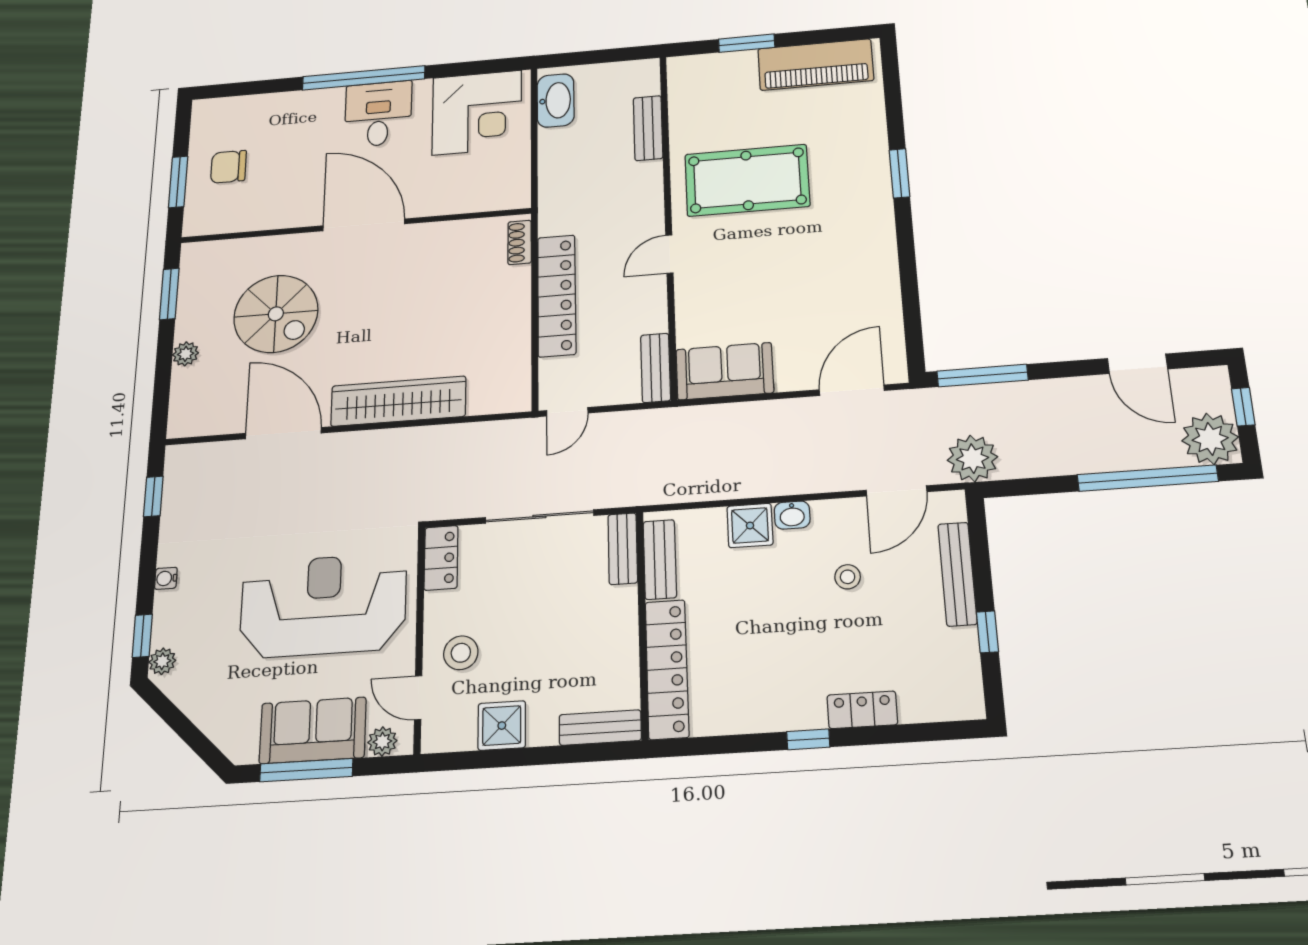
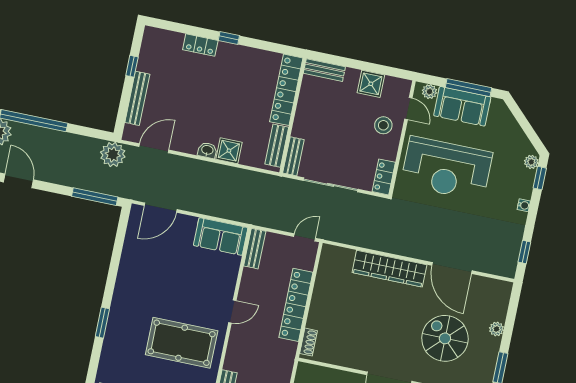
stool: (848, 577) -> (189, 111), removed

